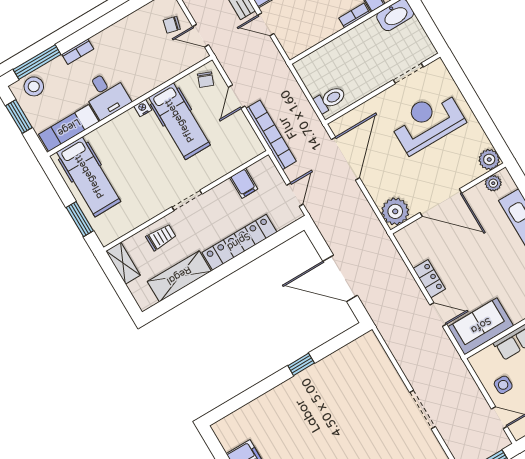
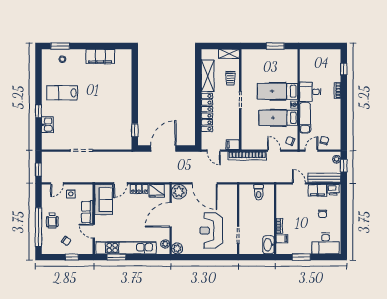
door: (266, 24) -> (299, 183), hinge flipped
window: (37, 62) -> (344, 69), width x0.46
stool: (34, 86) -> (333, 61), removed
toilet: (330, 99) -> (259, 192), moved
window: (19, 117) -> (324, 46), removed
reception desk: (427, 121) -> (211, 231), turned 180
exam couch: (69, 128) -> (305, 118), moved
door: (346, 159) -> (205, 183), moved
hospital bed: (89, 177) -> (278, 91), moved
filing cabinet: (244, 183) -> (233, 145), moved
window: (80, 219) -> (275, 46), moved
fridge: (415, 248) -> (157, 191), added
window: (301, 364) -> (135, 130), moved

